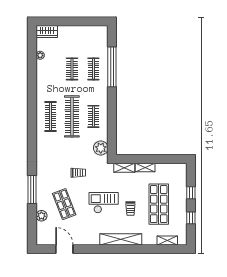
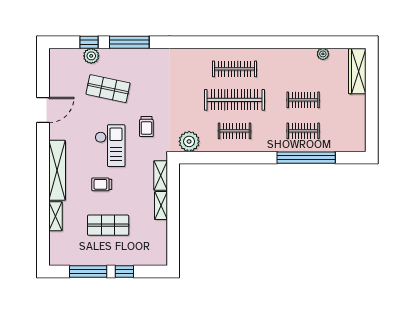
wardrobe: (47, 31) -> (357, 71), width x1.50
trolley: (78, 173) -> (146, 127), moved
shop shelf: (64, 204) -> (108, 89), turned 33
shop shelf: (159, 204) -> (108, 225), width x0.70, depth x0.74
window: (32, 217) -> (89, 42), added
window: (191, 218) -> (88, 272), width x2.17
shelving: (167, 240) -> (56, 216), moved
door: (64, 249) -> (43, 110), moved

